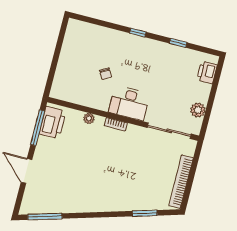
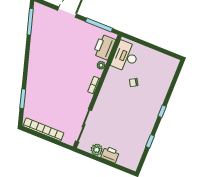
printer: (207, 72) -> (110, 155), moved
desk: (129, 103) -> (125, 56), moved
printer: (53, 123) -> (104, 47), moved, turned 90

